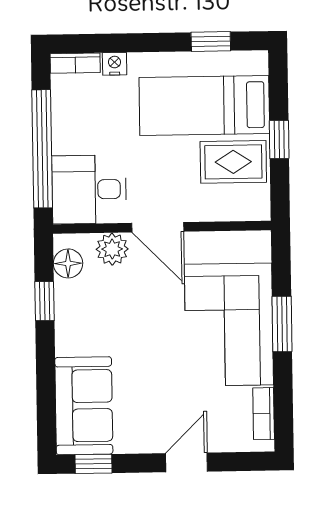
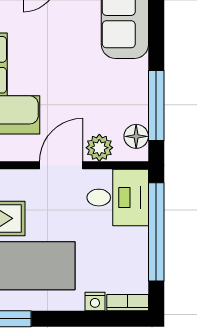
door: (158, 227) -> (61, 165), hinge flipped
window: (45, 301) -> (156, 105), width x2.17

